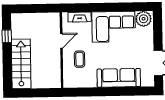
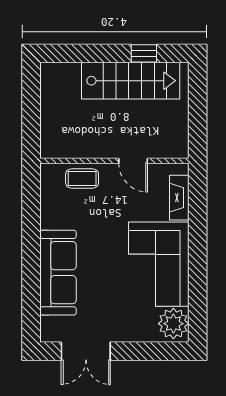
coffee table: (80, 59) -> (82, 178), moved
stairs: (21, 64) -> (131, 81), moved

